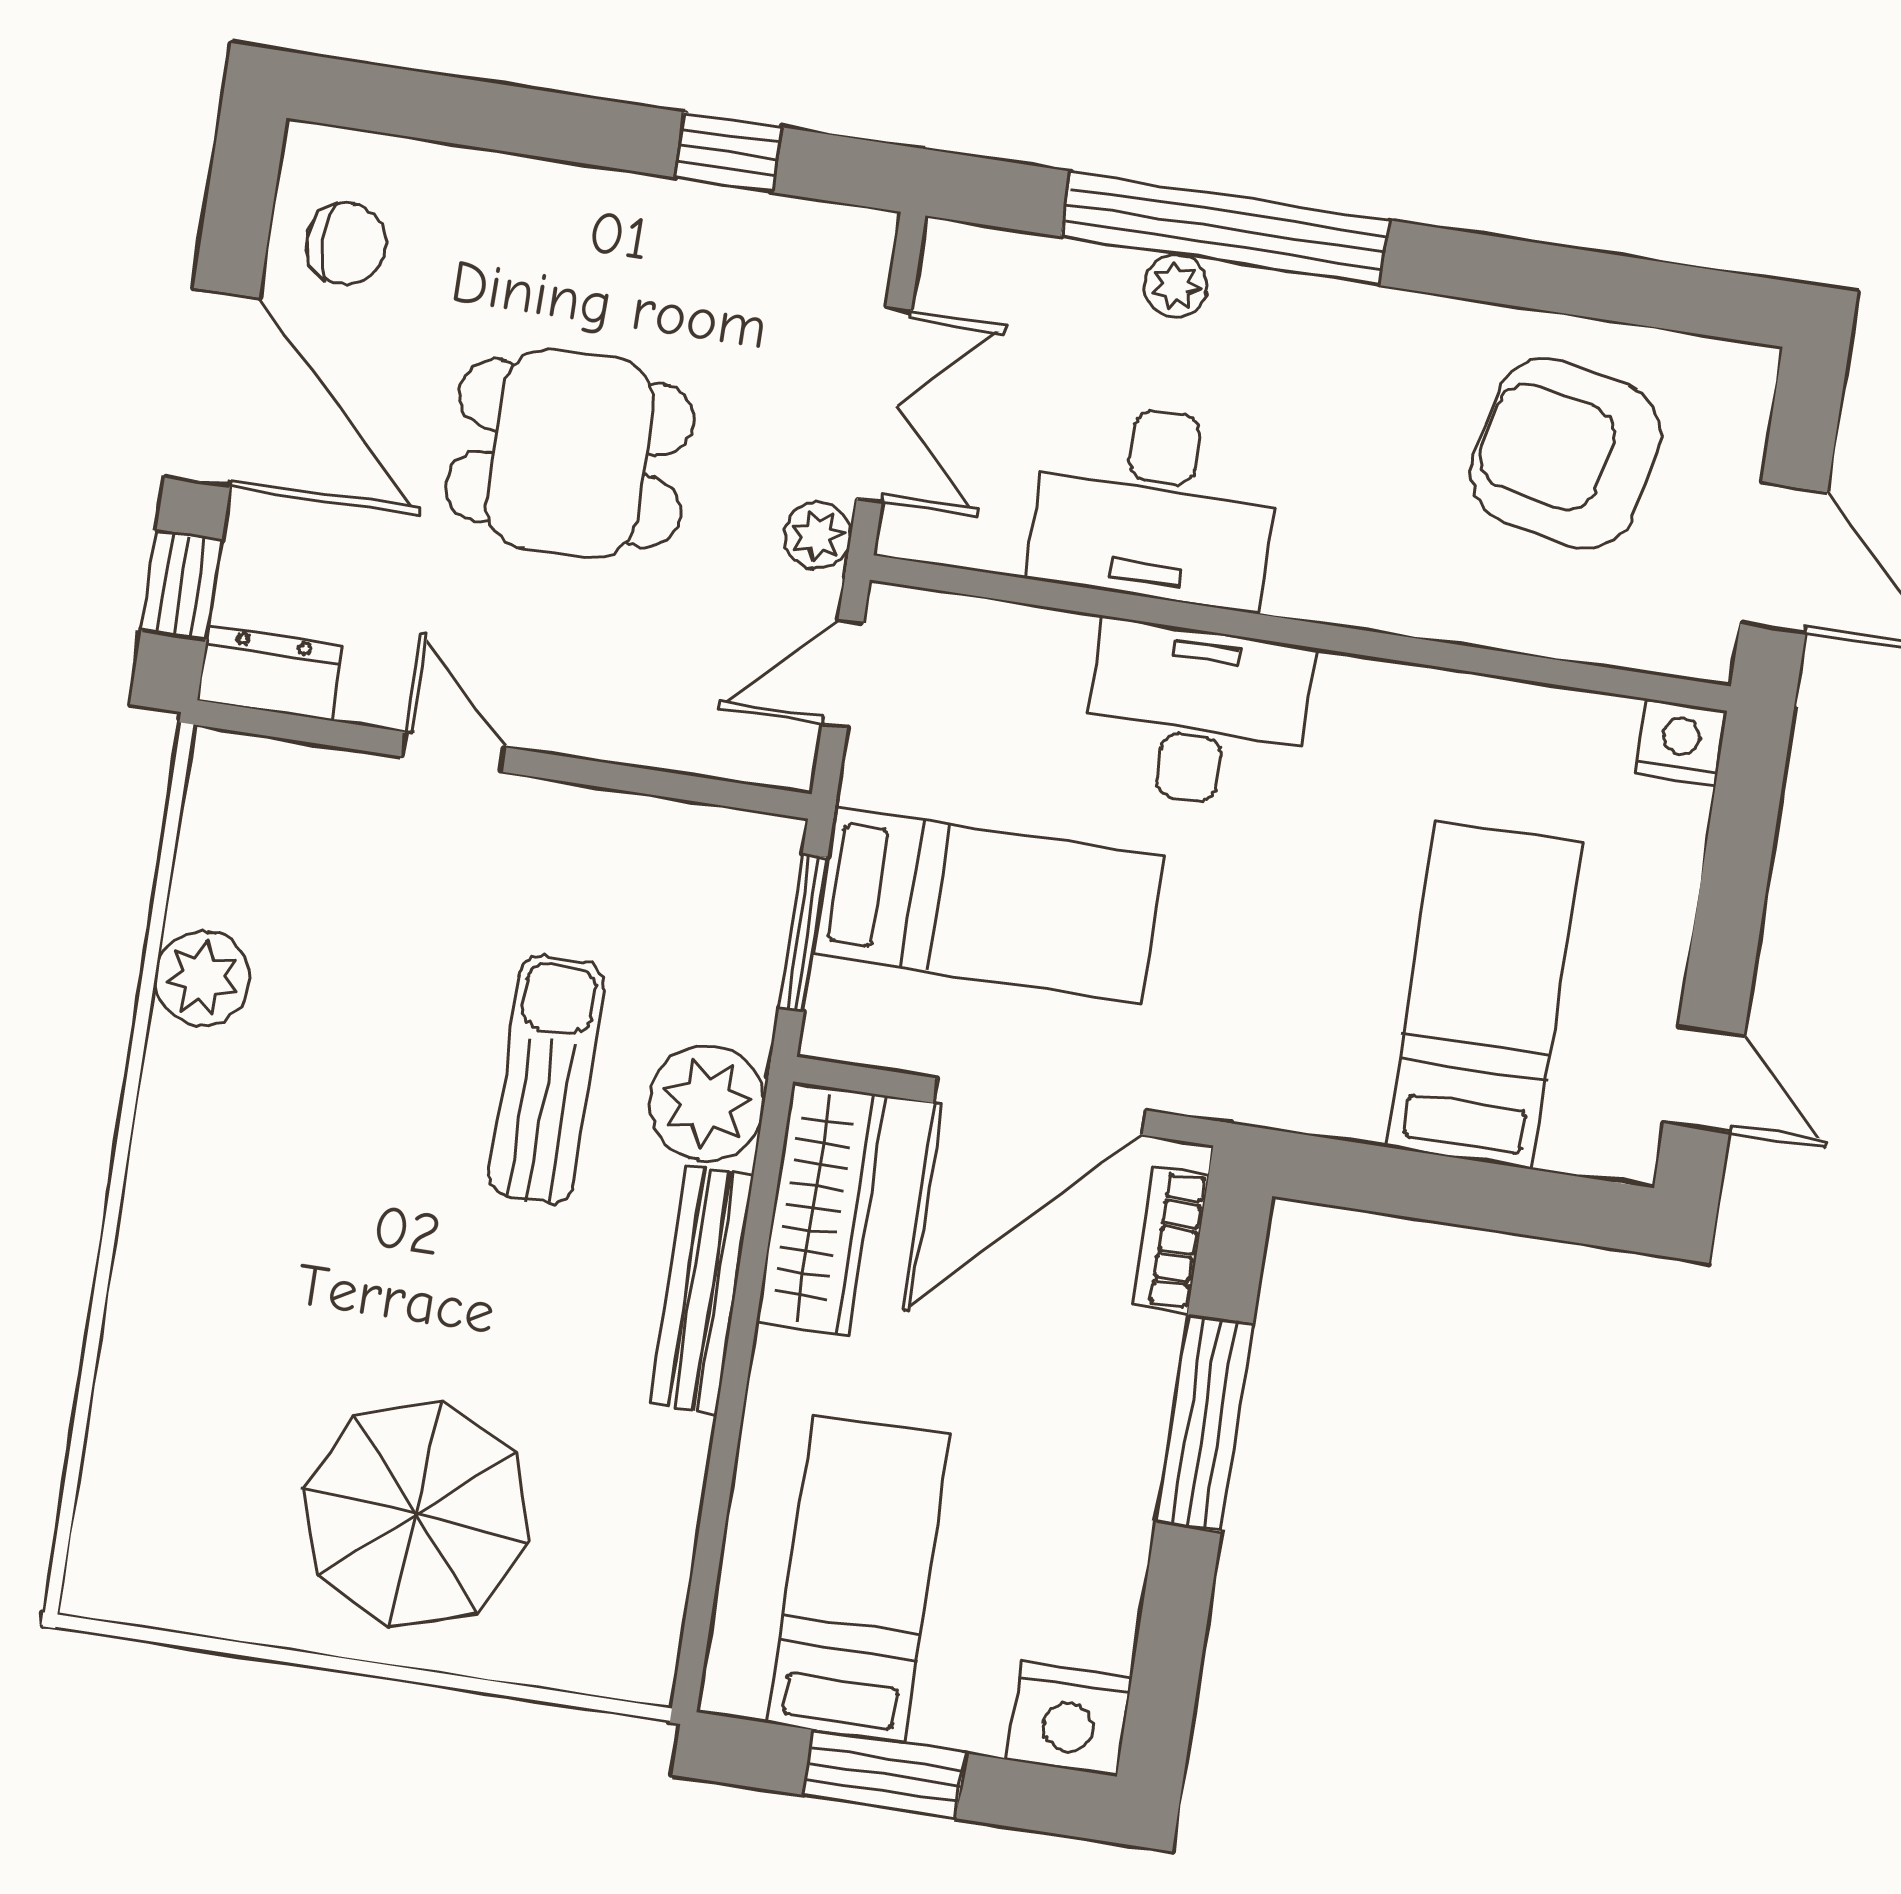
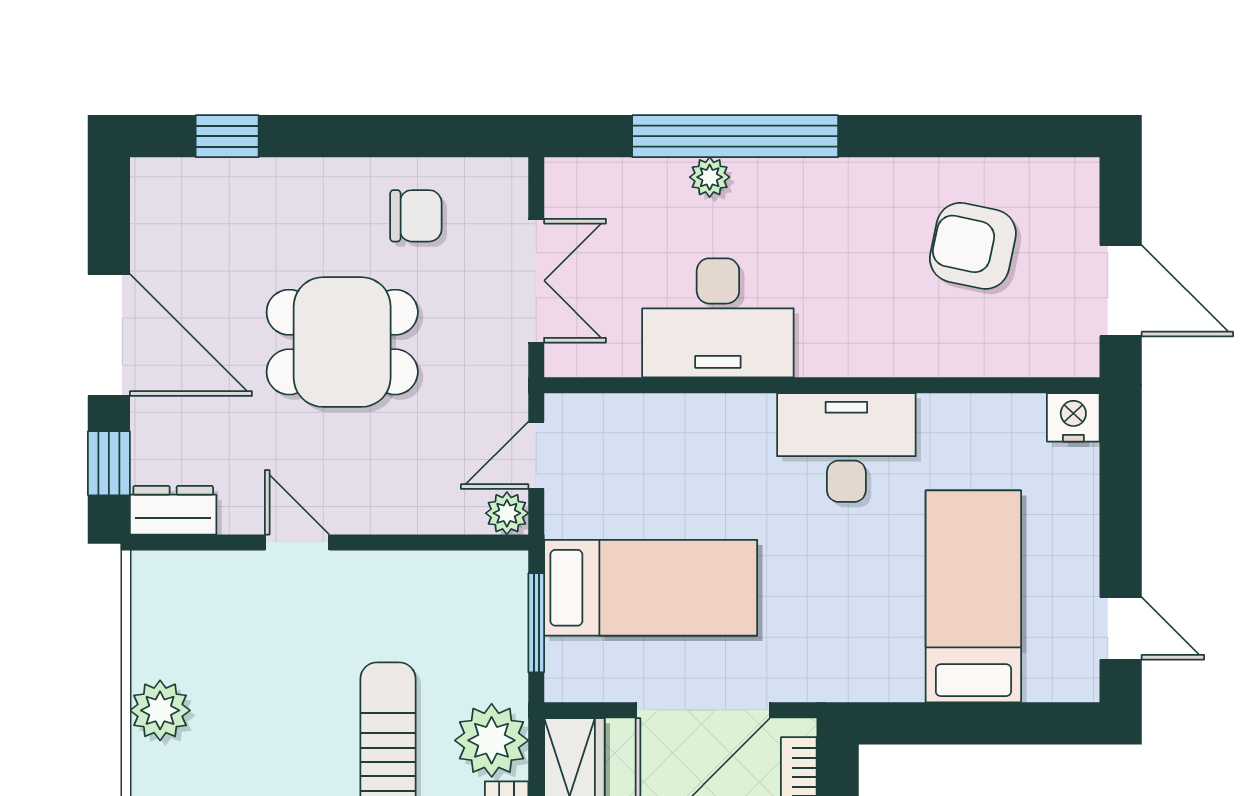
window: (728, 152) -> (227, 136), moved
chair: (346, 244) -> (416, 216), moved
armchair: (1566, 454) -> (973, 246), width x0.73, depth x0.73
plant: (818, 535) -> (507, 513), moved
desk: (1197, 716) -> (846, 447), moved

